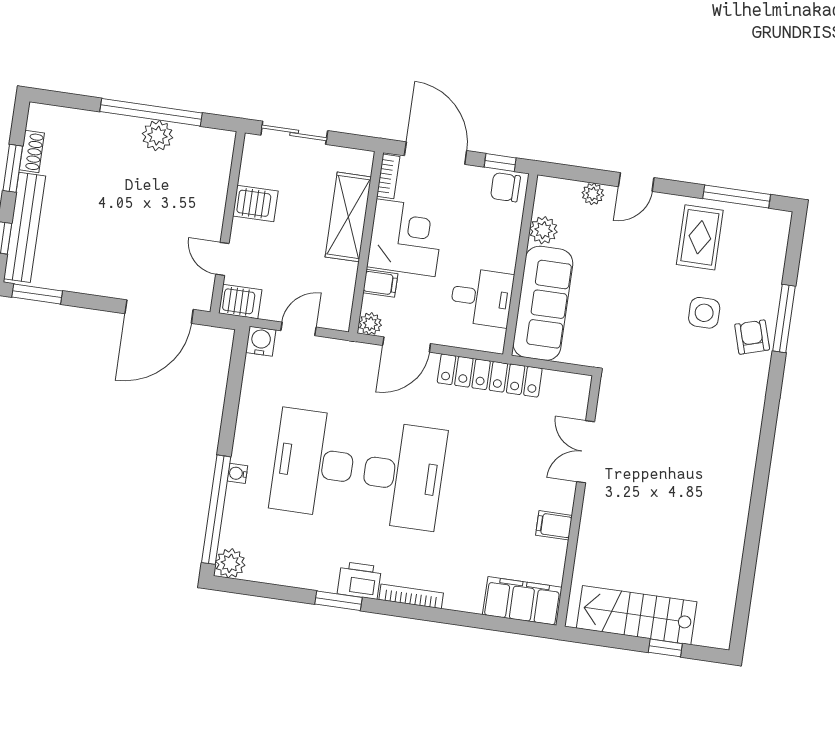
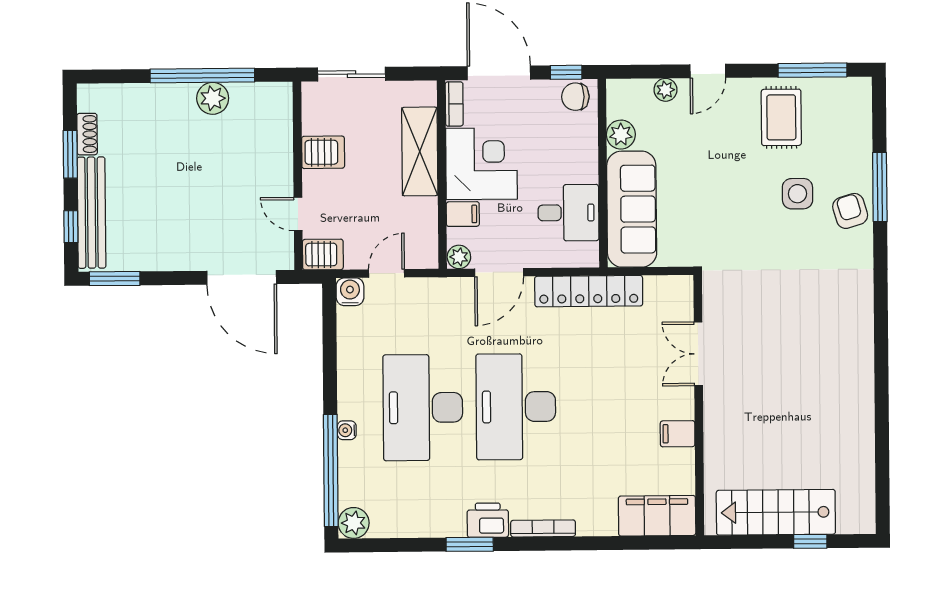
door: (159, 312) -> (242, 277), hinge flipped
desk: (403, 476) -> (516, 407), turned 180

